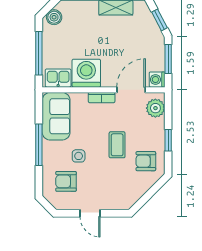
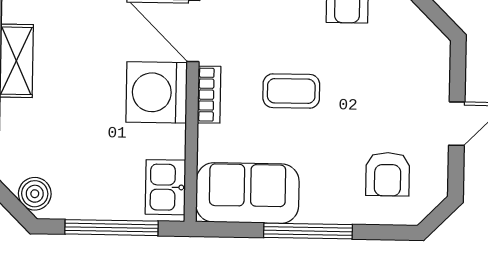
washing machine: (86, 73) -> (157, 92), moved
coffee table: (117, 145) -> (291, 91), moved
side table: (79, 156) -> (334, 146), removed

